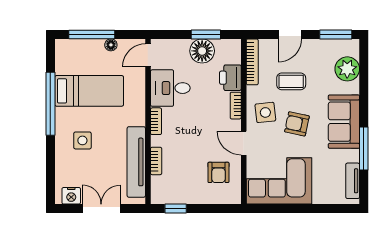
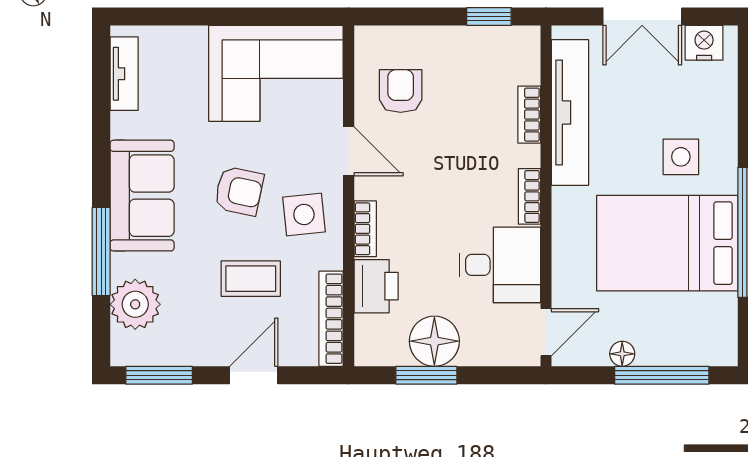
bed: (89, 91) -> (667, 243), width x1.50
window: (364, 149) -> (101, 251), moved

